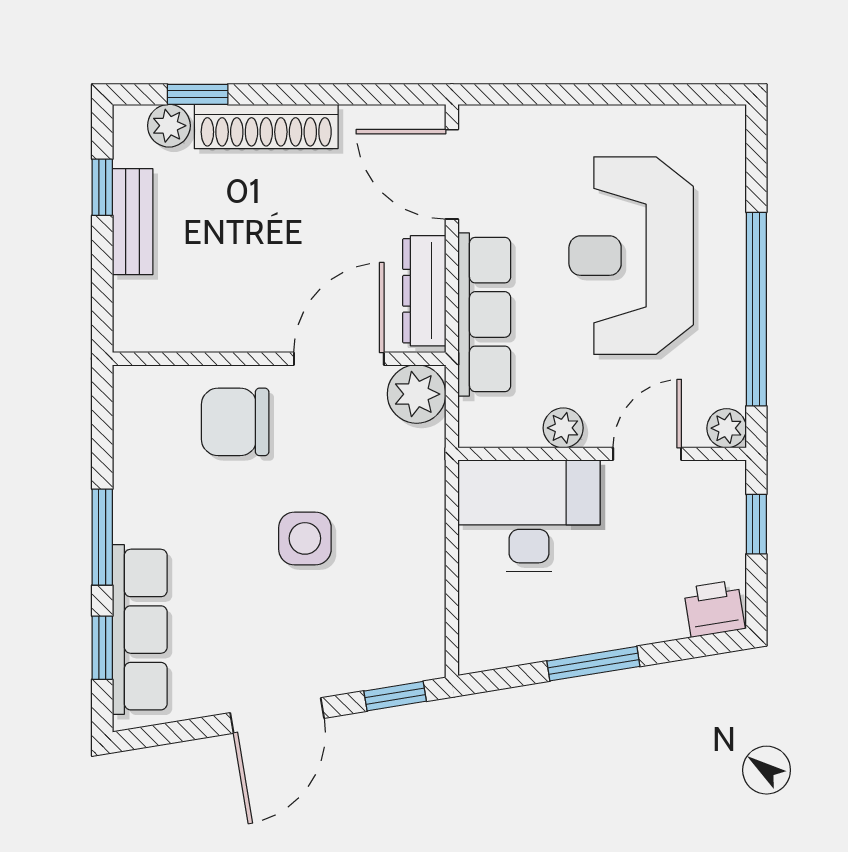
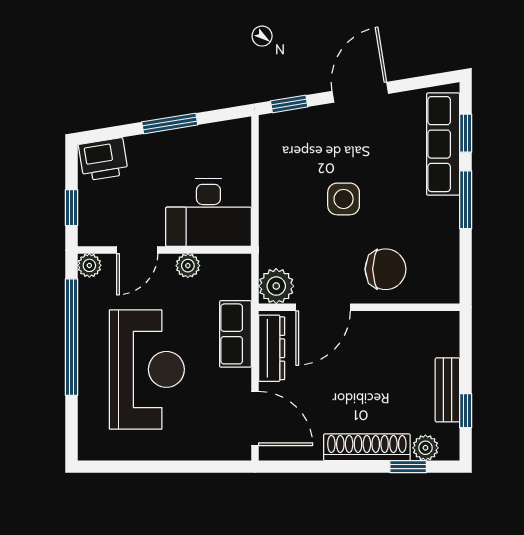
row of seats: (484, 314) -> (235, 334), width x0.68
printer: (714, 609) -> (103, 159), width x1.36, depth x1.24

